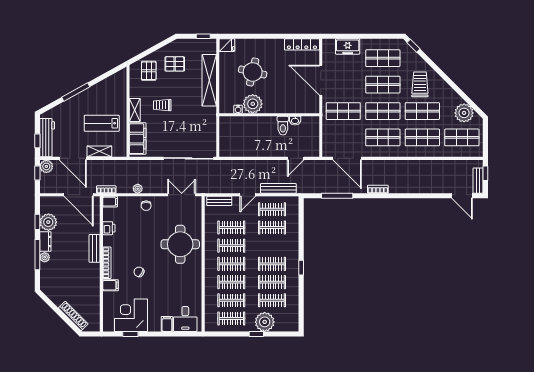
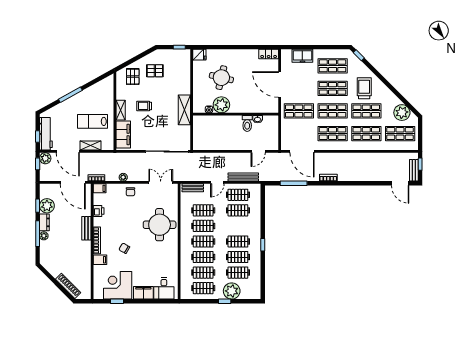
locker: (302, 44) -> (269, 54), width x0.66
shelving: (209, 80) -> (184, 110), moved, width x0.68
filing cabinet: (167, 324) -> (143, 293), width x2.00

